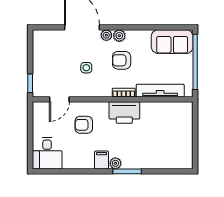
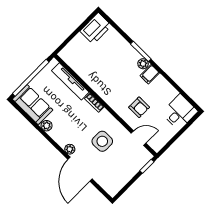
plant: (119, 36) -> (47, 126), moved
armchair: (122, 60) -> (76, 124), removed
side table: (86, 68) -> (102, 141), width x1.87, depth x1.87
printer: (124, 112) -> (96, 28), moved, turned 90

